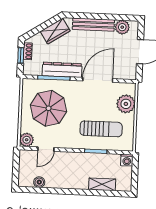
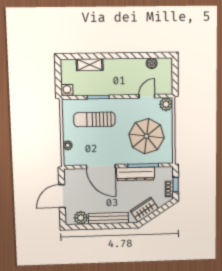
door: (98, 80) -> (101, 167), hinge flipped
plant: (126, 104) -> (68, 145), width x0.53, depth x0.53

